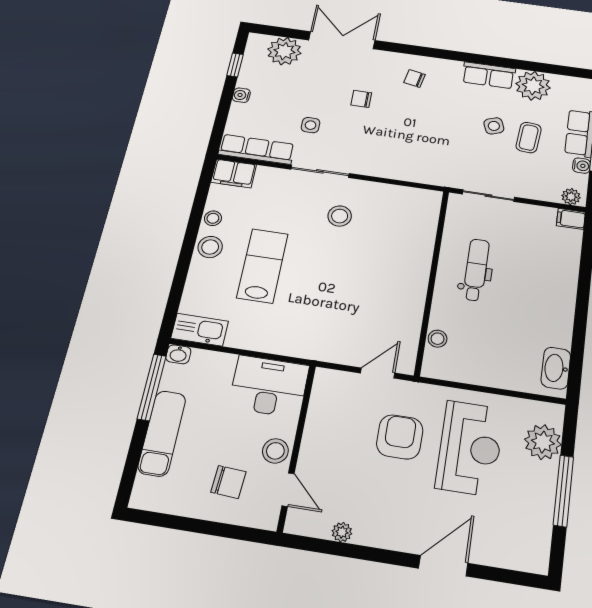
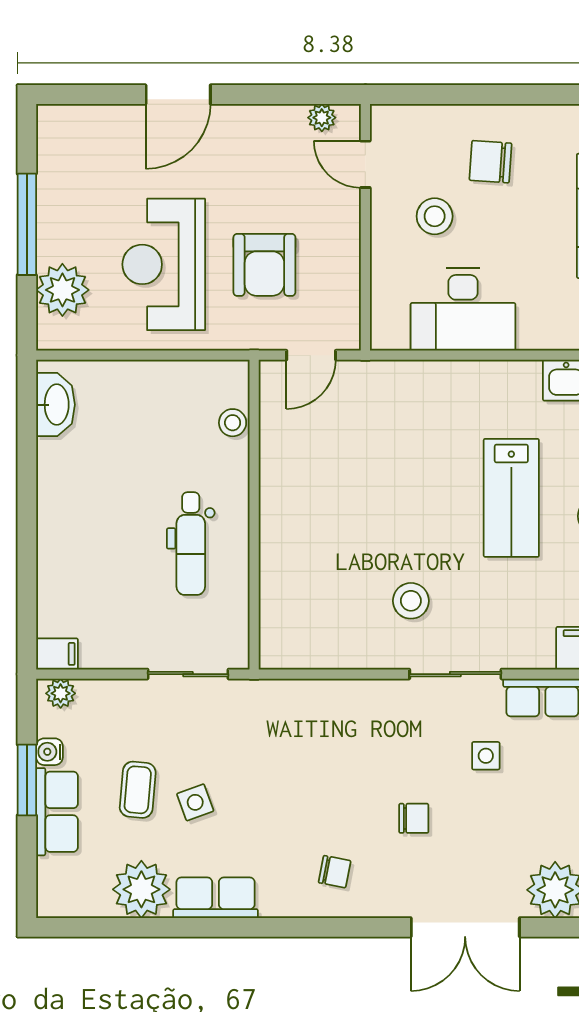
wall: (297, 447) -> (365, 227), moved
door: (288, 490) -> (365, 164), moved

